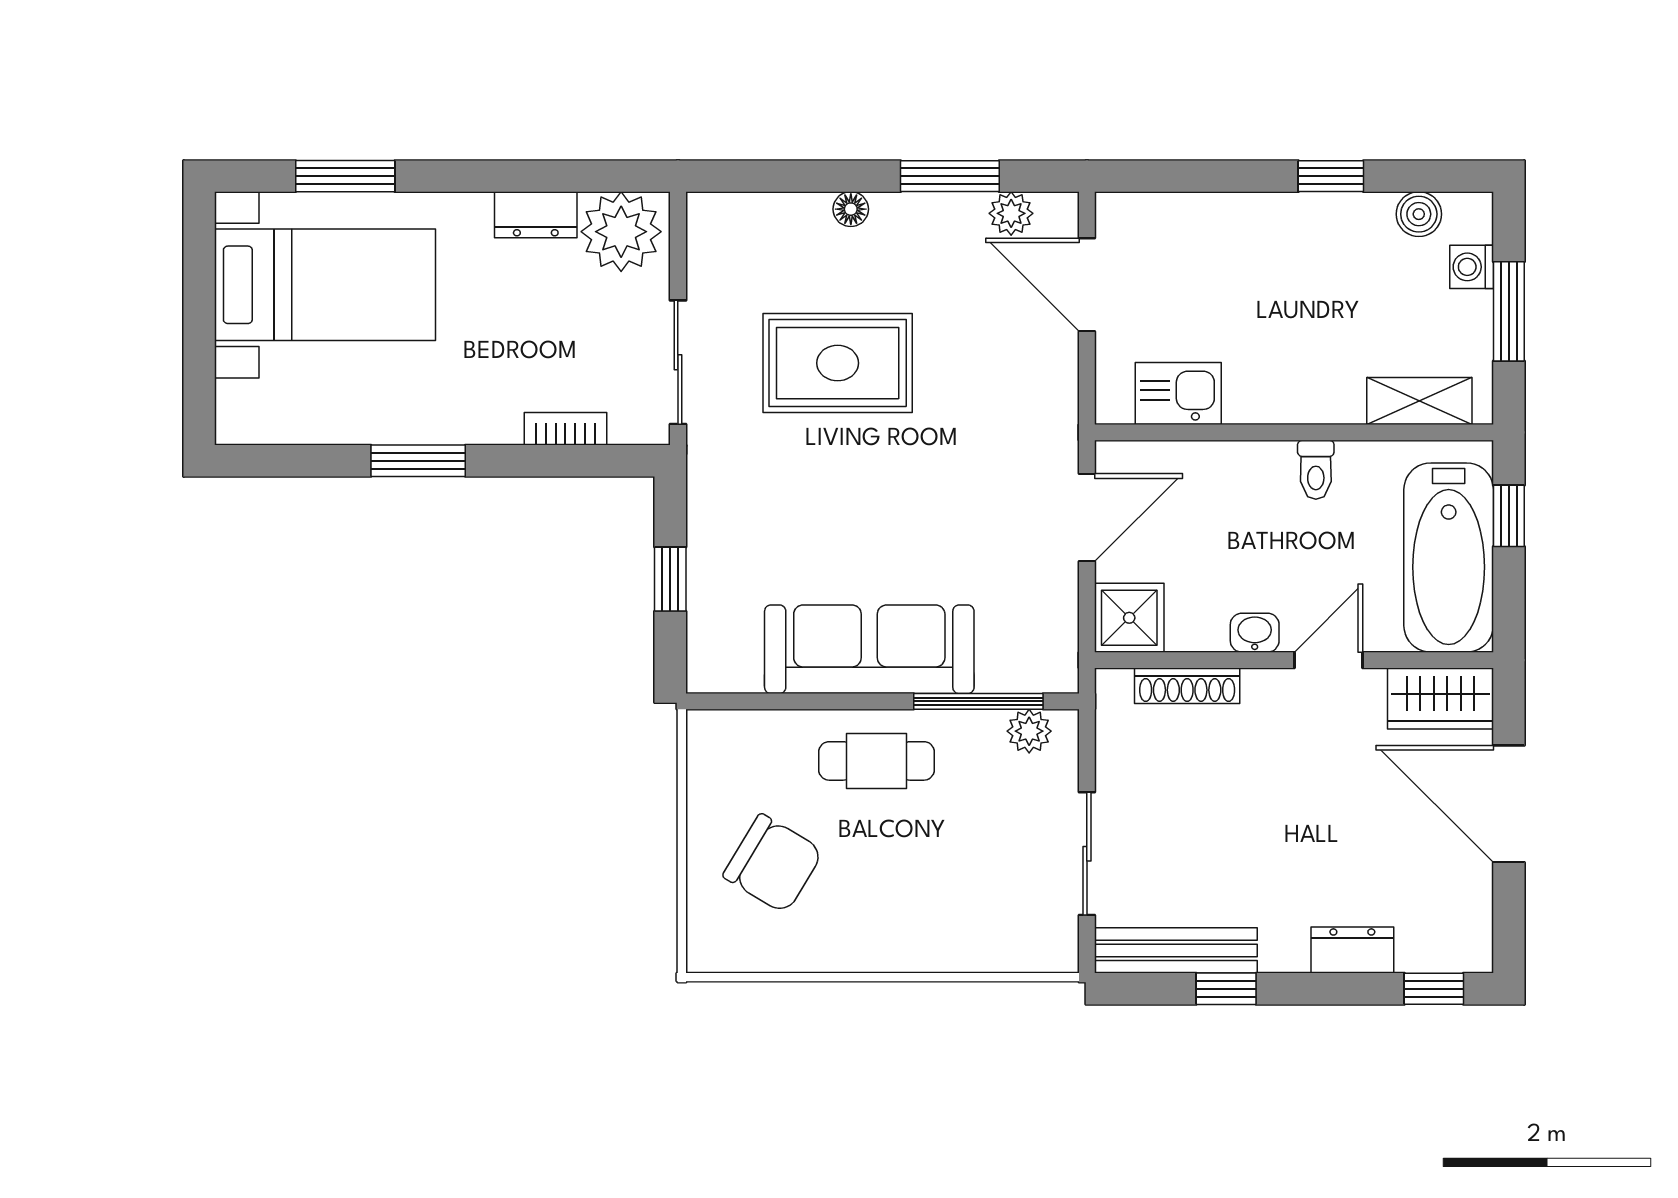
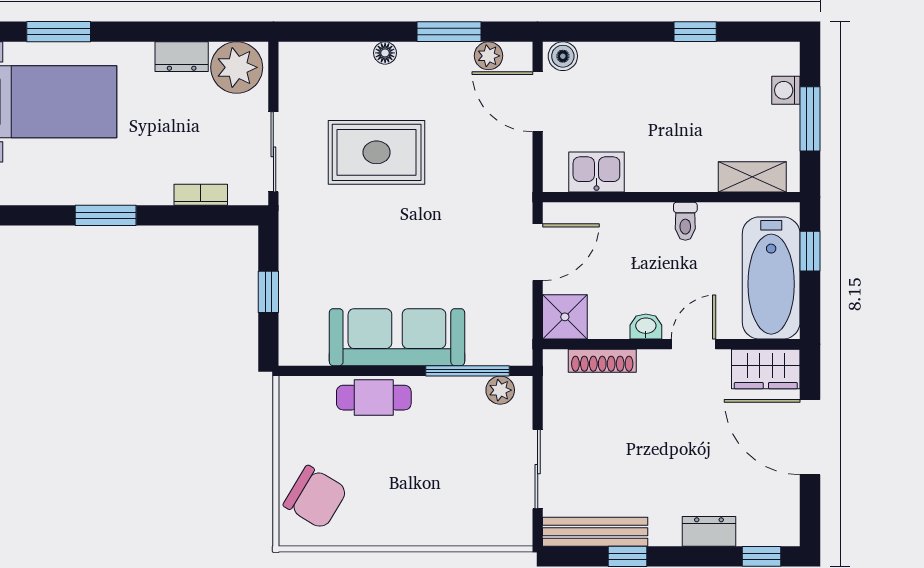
boiler: (1419, 214) -> (563, 56), moved
cafe table: (877, 761) -> (374, 398), moved
chair: (773, 864) -> (315, 497), moved

